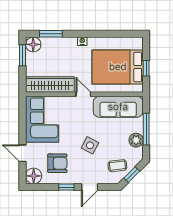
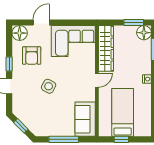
bed: (118, 67) -> (123, 112), width x0.67
sofa: (118, 107) -> (85, 119), width x0.73
plant: (136, 140) -> (54, 130), removed
coffee table: (117, 166) -> (29, 112), removed

